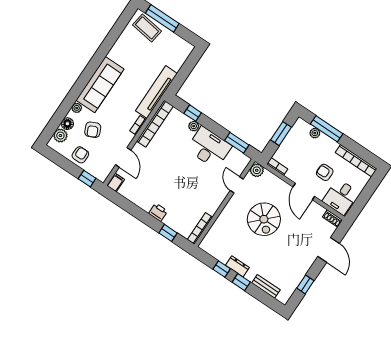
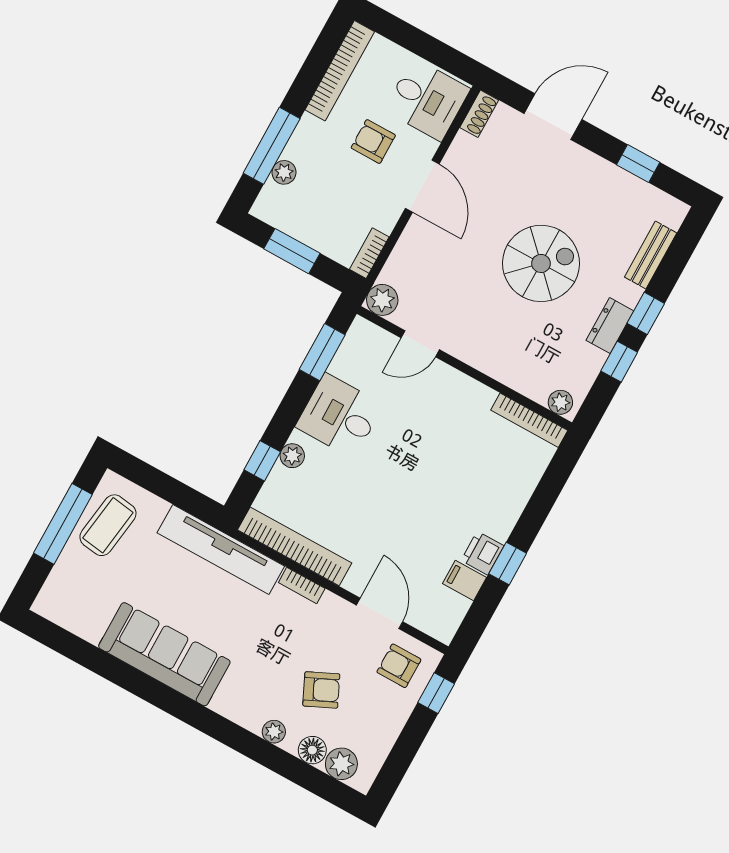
window: (162, 18) -> (63, 524), moved
coffee table: (147, 28) -> (108, 525), moved
sofa: (100, 85) -> (164, 654), moved
desk: (209, 148) -> (339, 416), width x0.73
armchair: (80, 155) -> (399, 666), moved
door: (123, 157) -> (380, 613), hinge flipped
armchair: (325, 172) -> (373, 142), turned 90
filing cabinet: (116, 182) -> (465, 581), moved
door: (304, 192) -> (422, 186), hinge flipped
printer: (158, 212) -> (482, 553), moved
spiral stairs: (264, 219) -> (541, 263), moved
window: (168, 233) -> (508, 564), moved
plant: (206, 242) -> (560, 402), added

